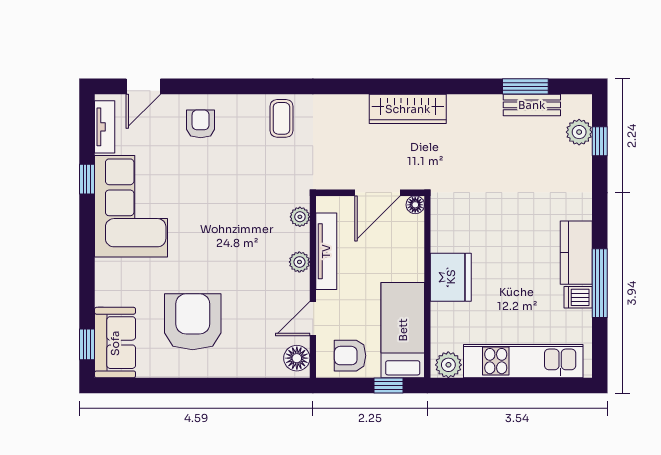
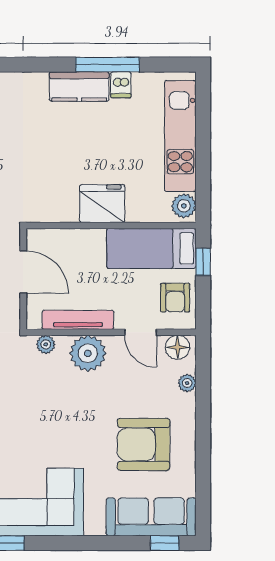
floor lamp: (415, 205) -> (34, 237), removed
plant: (299, 262) -> (88, 353), width x1.87, depth x1.87
sofa: (115, 343) -> (151, 517), width x1.36
plant: (258, 368) -> (187, 383), added

